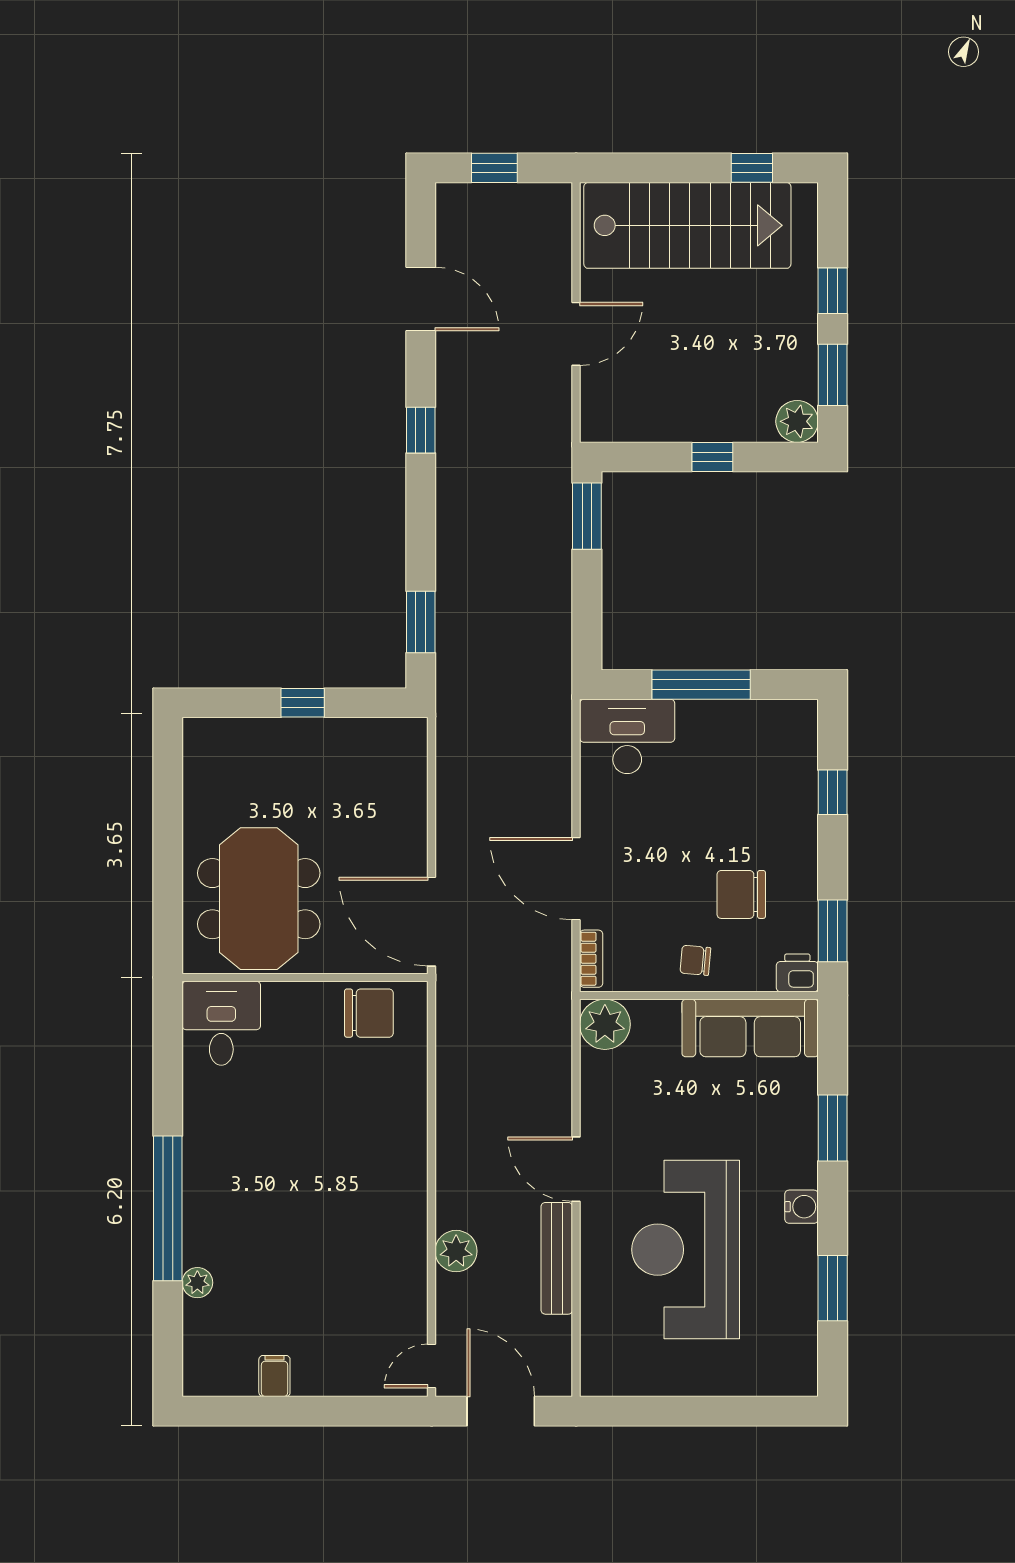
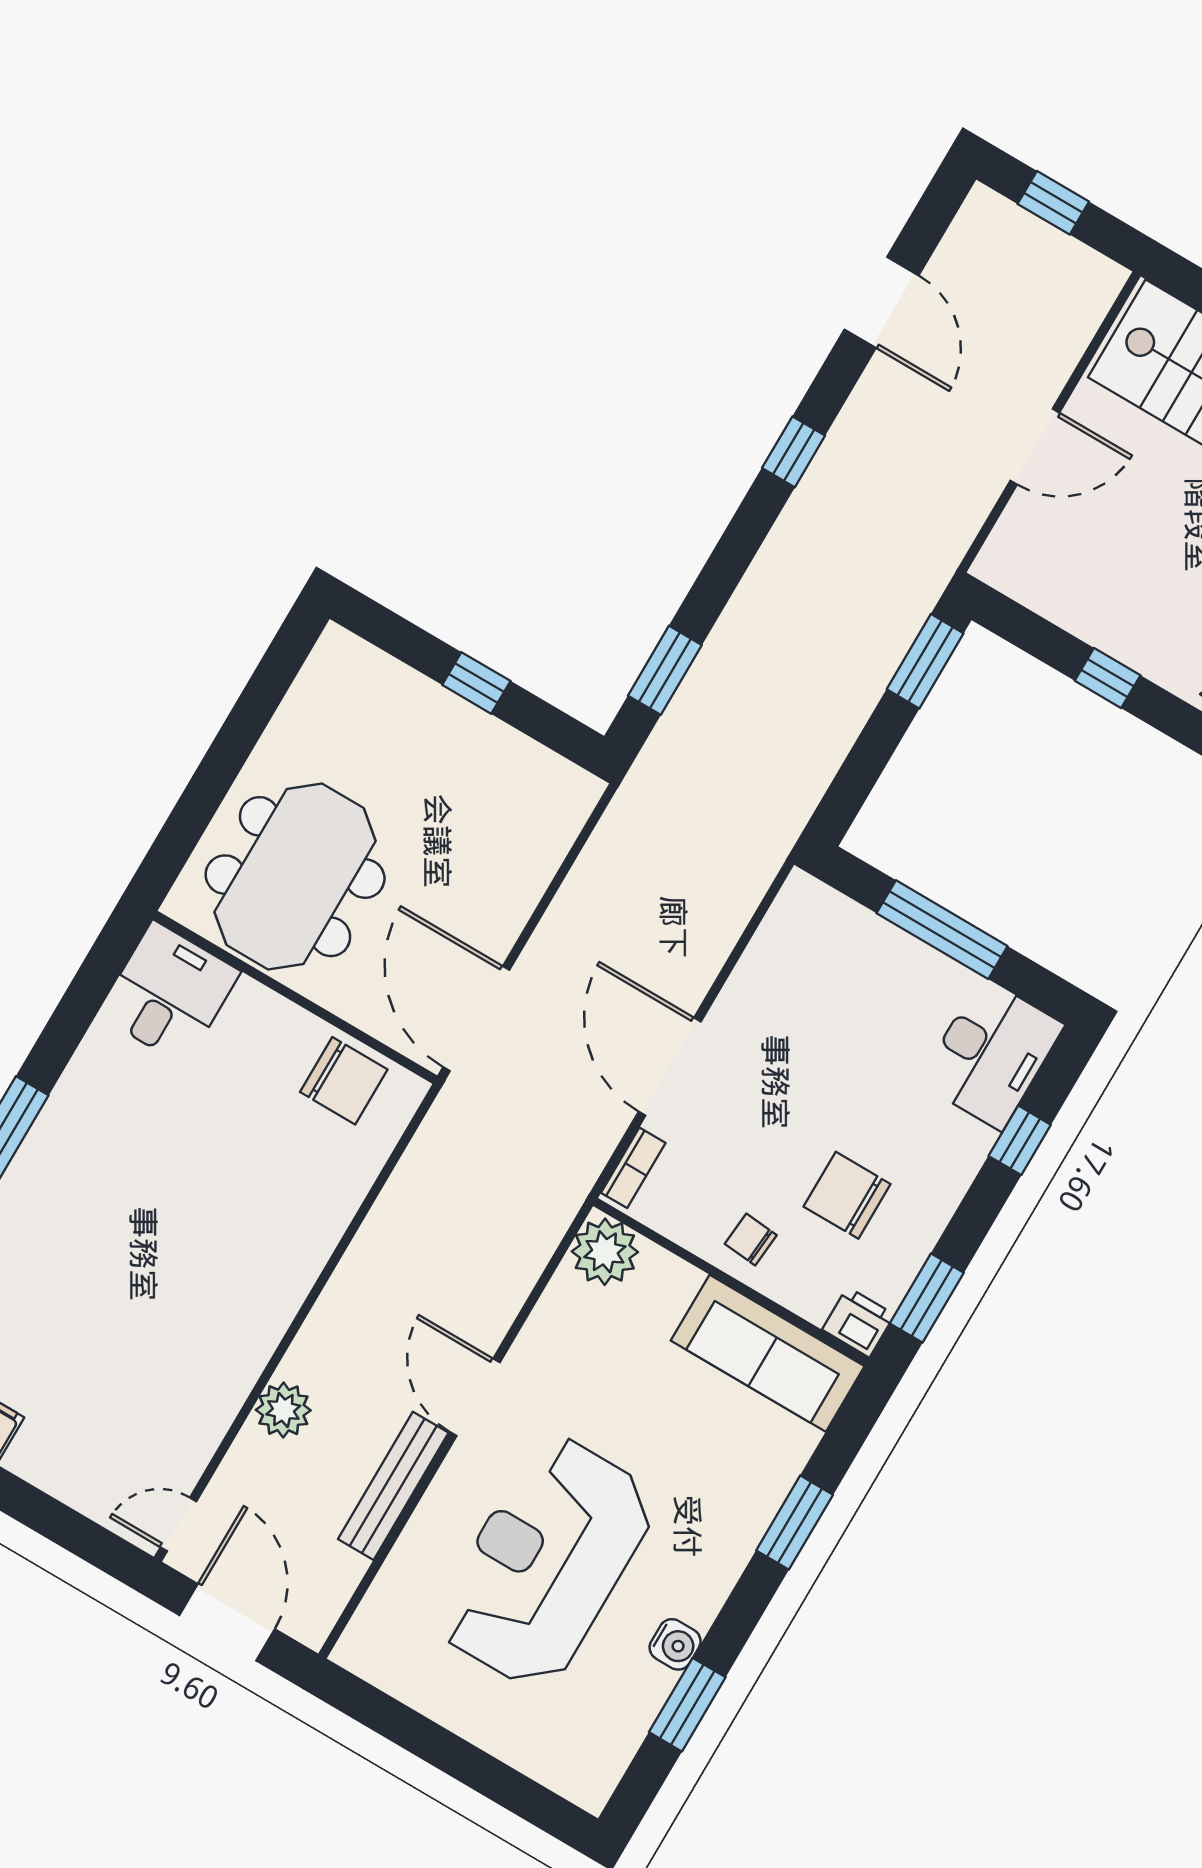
desk: (627, 736) -> (991, 1054), moved, turned 90
water cooler: (802, 1207) -> (675, 1644), moved

